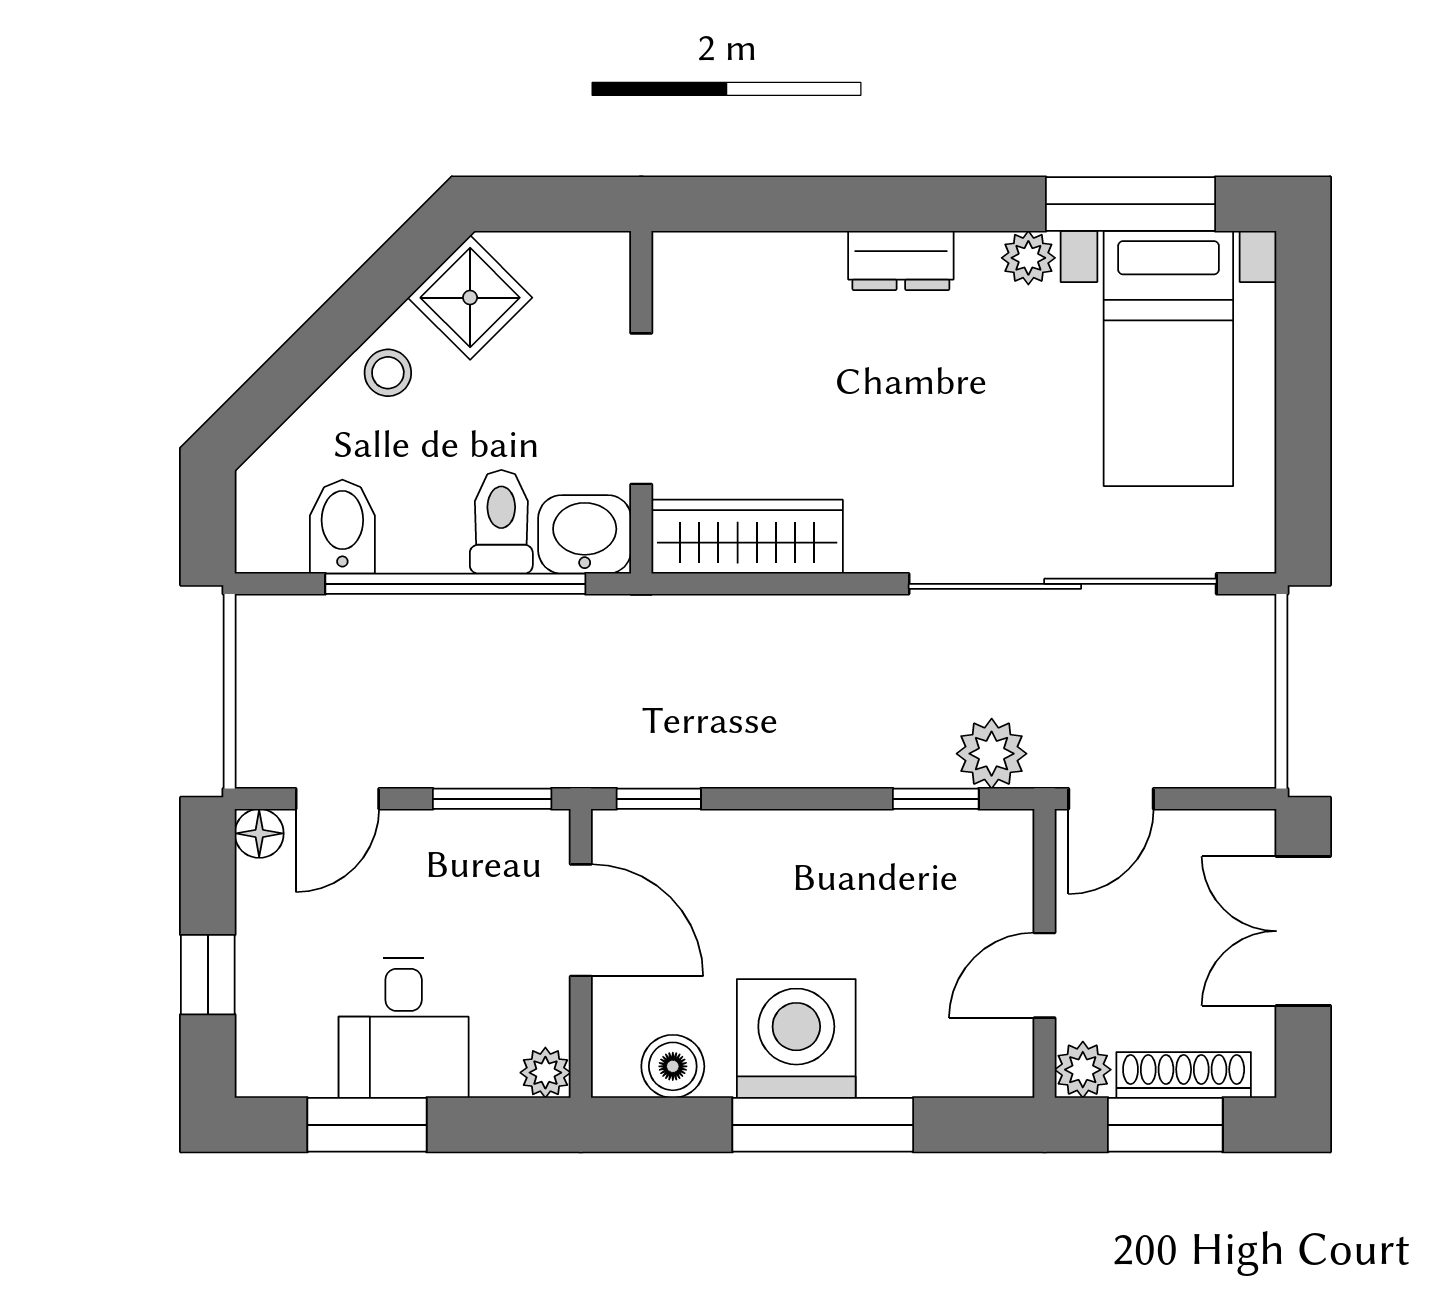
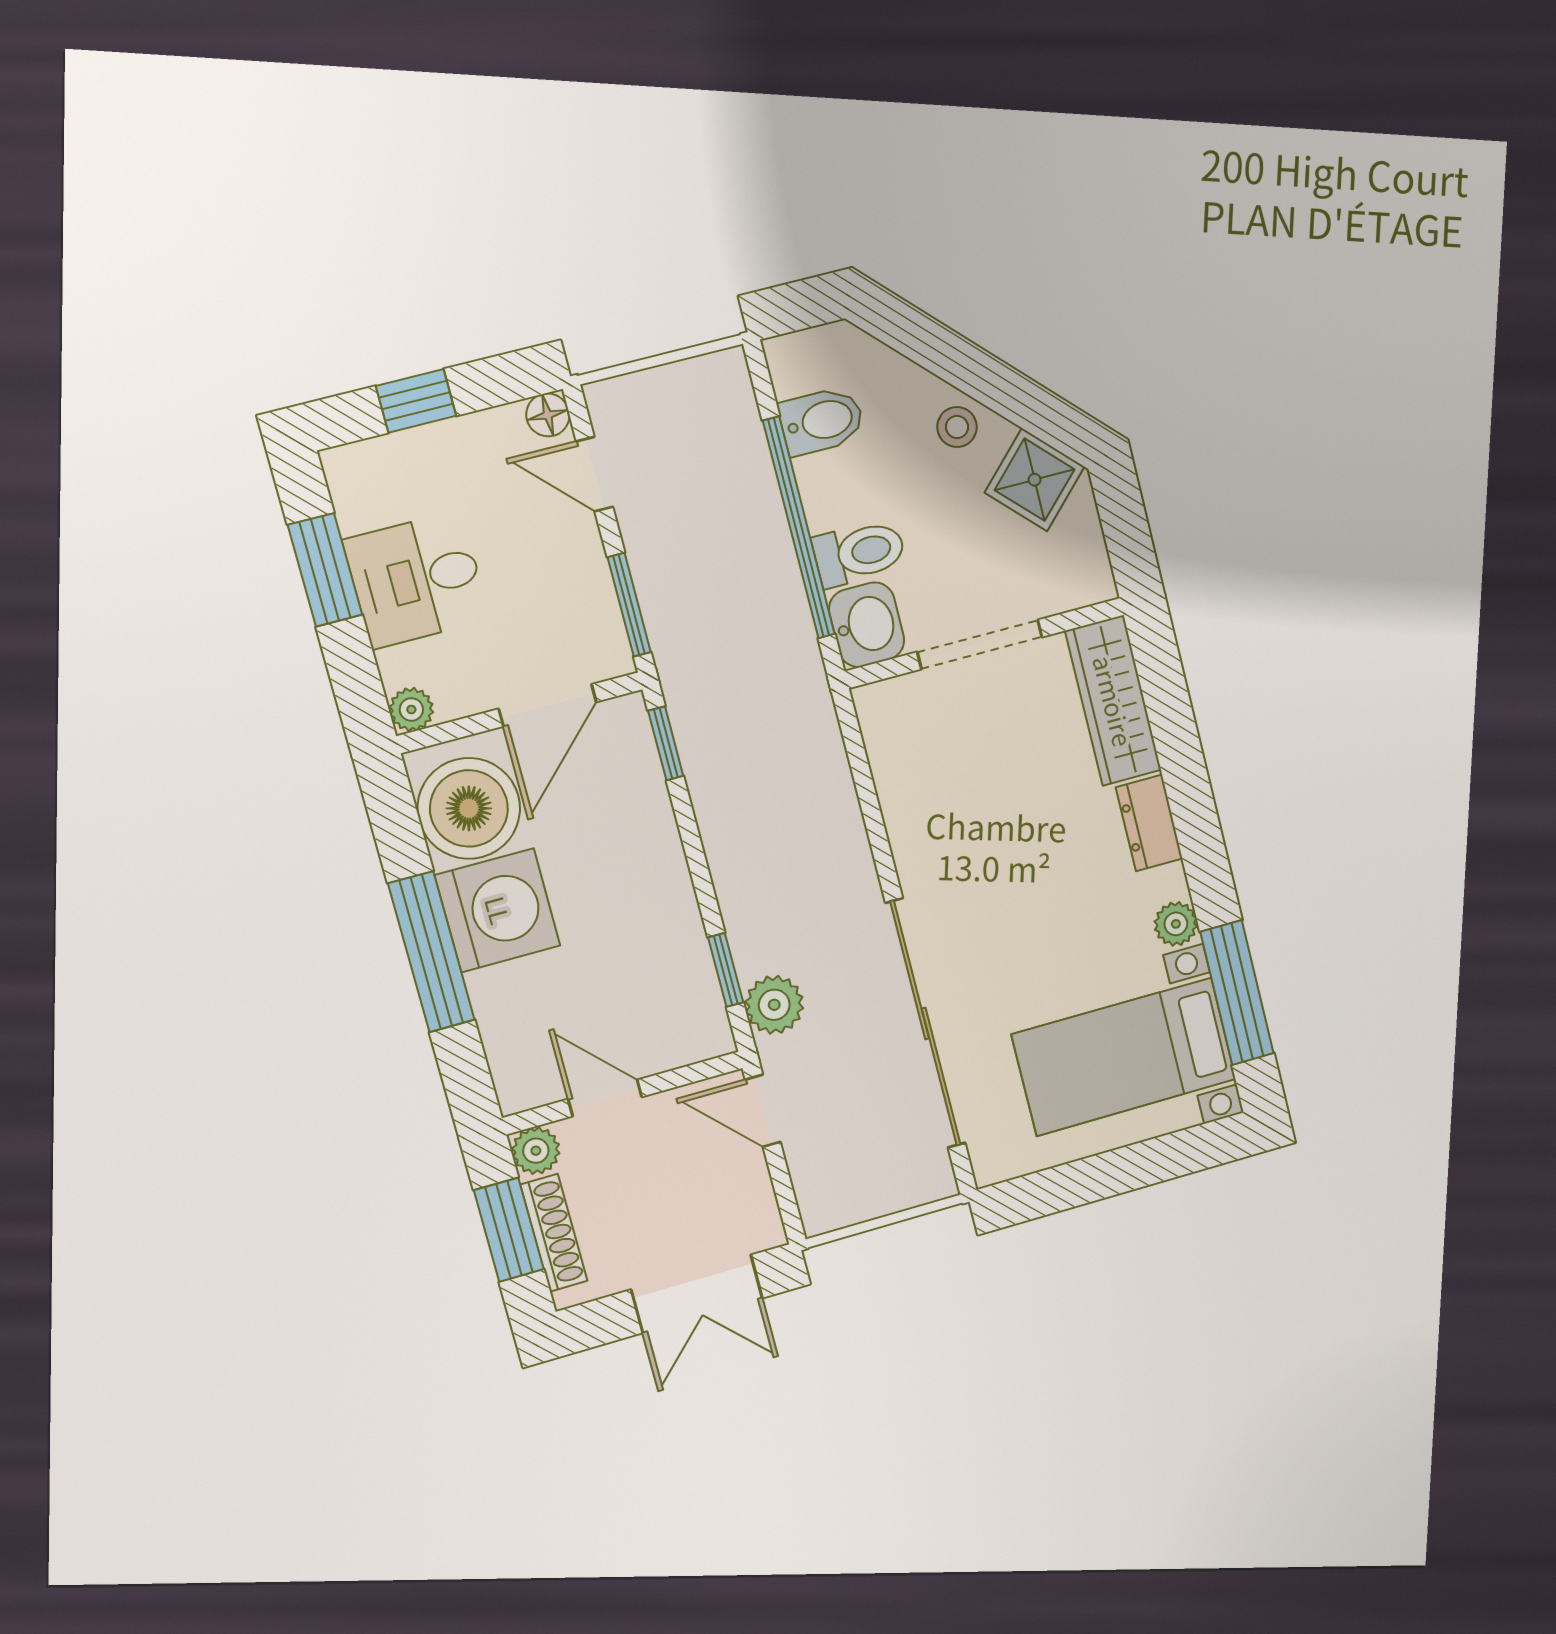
wardrobe: (747, 537) -> (1113, 701), moved, turned 180
double door: (1303, 931) -> (697, 1294), swing flipped
boiler: (673, 1066) -> (469, 808), width x1.86, depth x1.86

